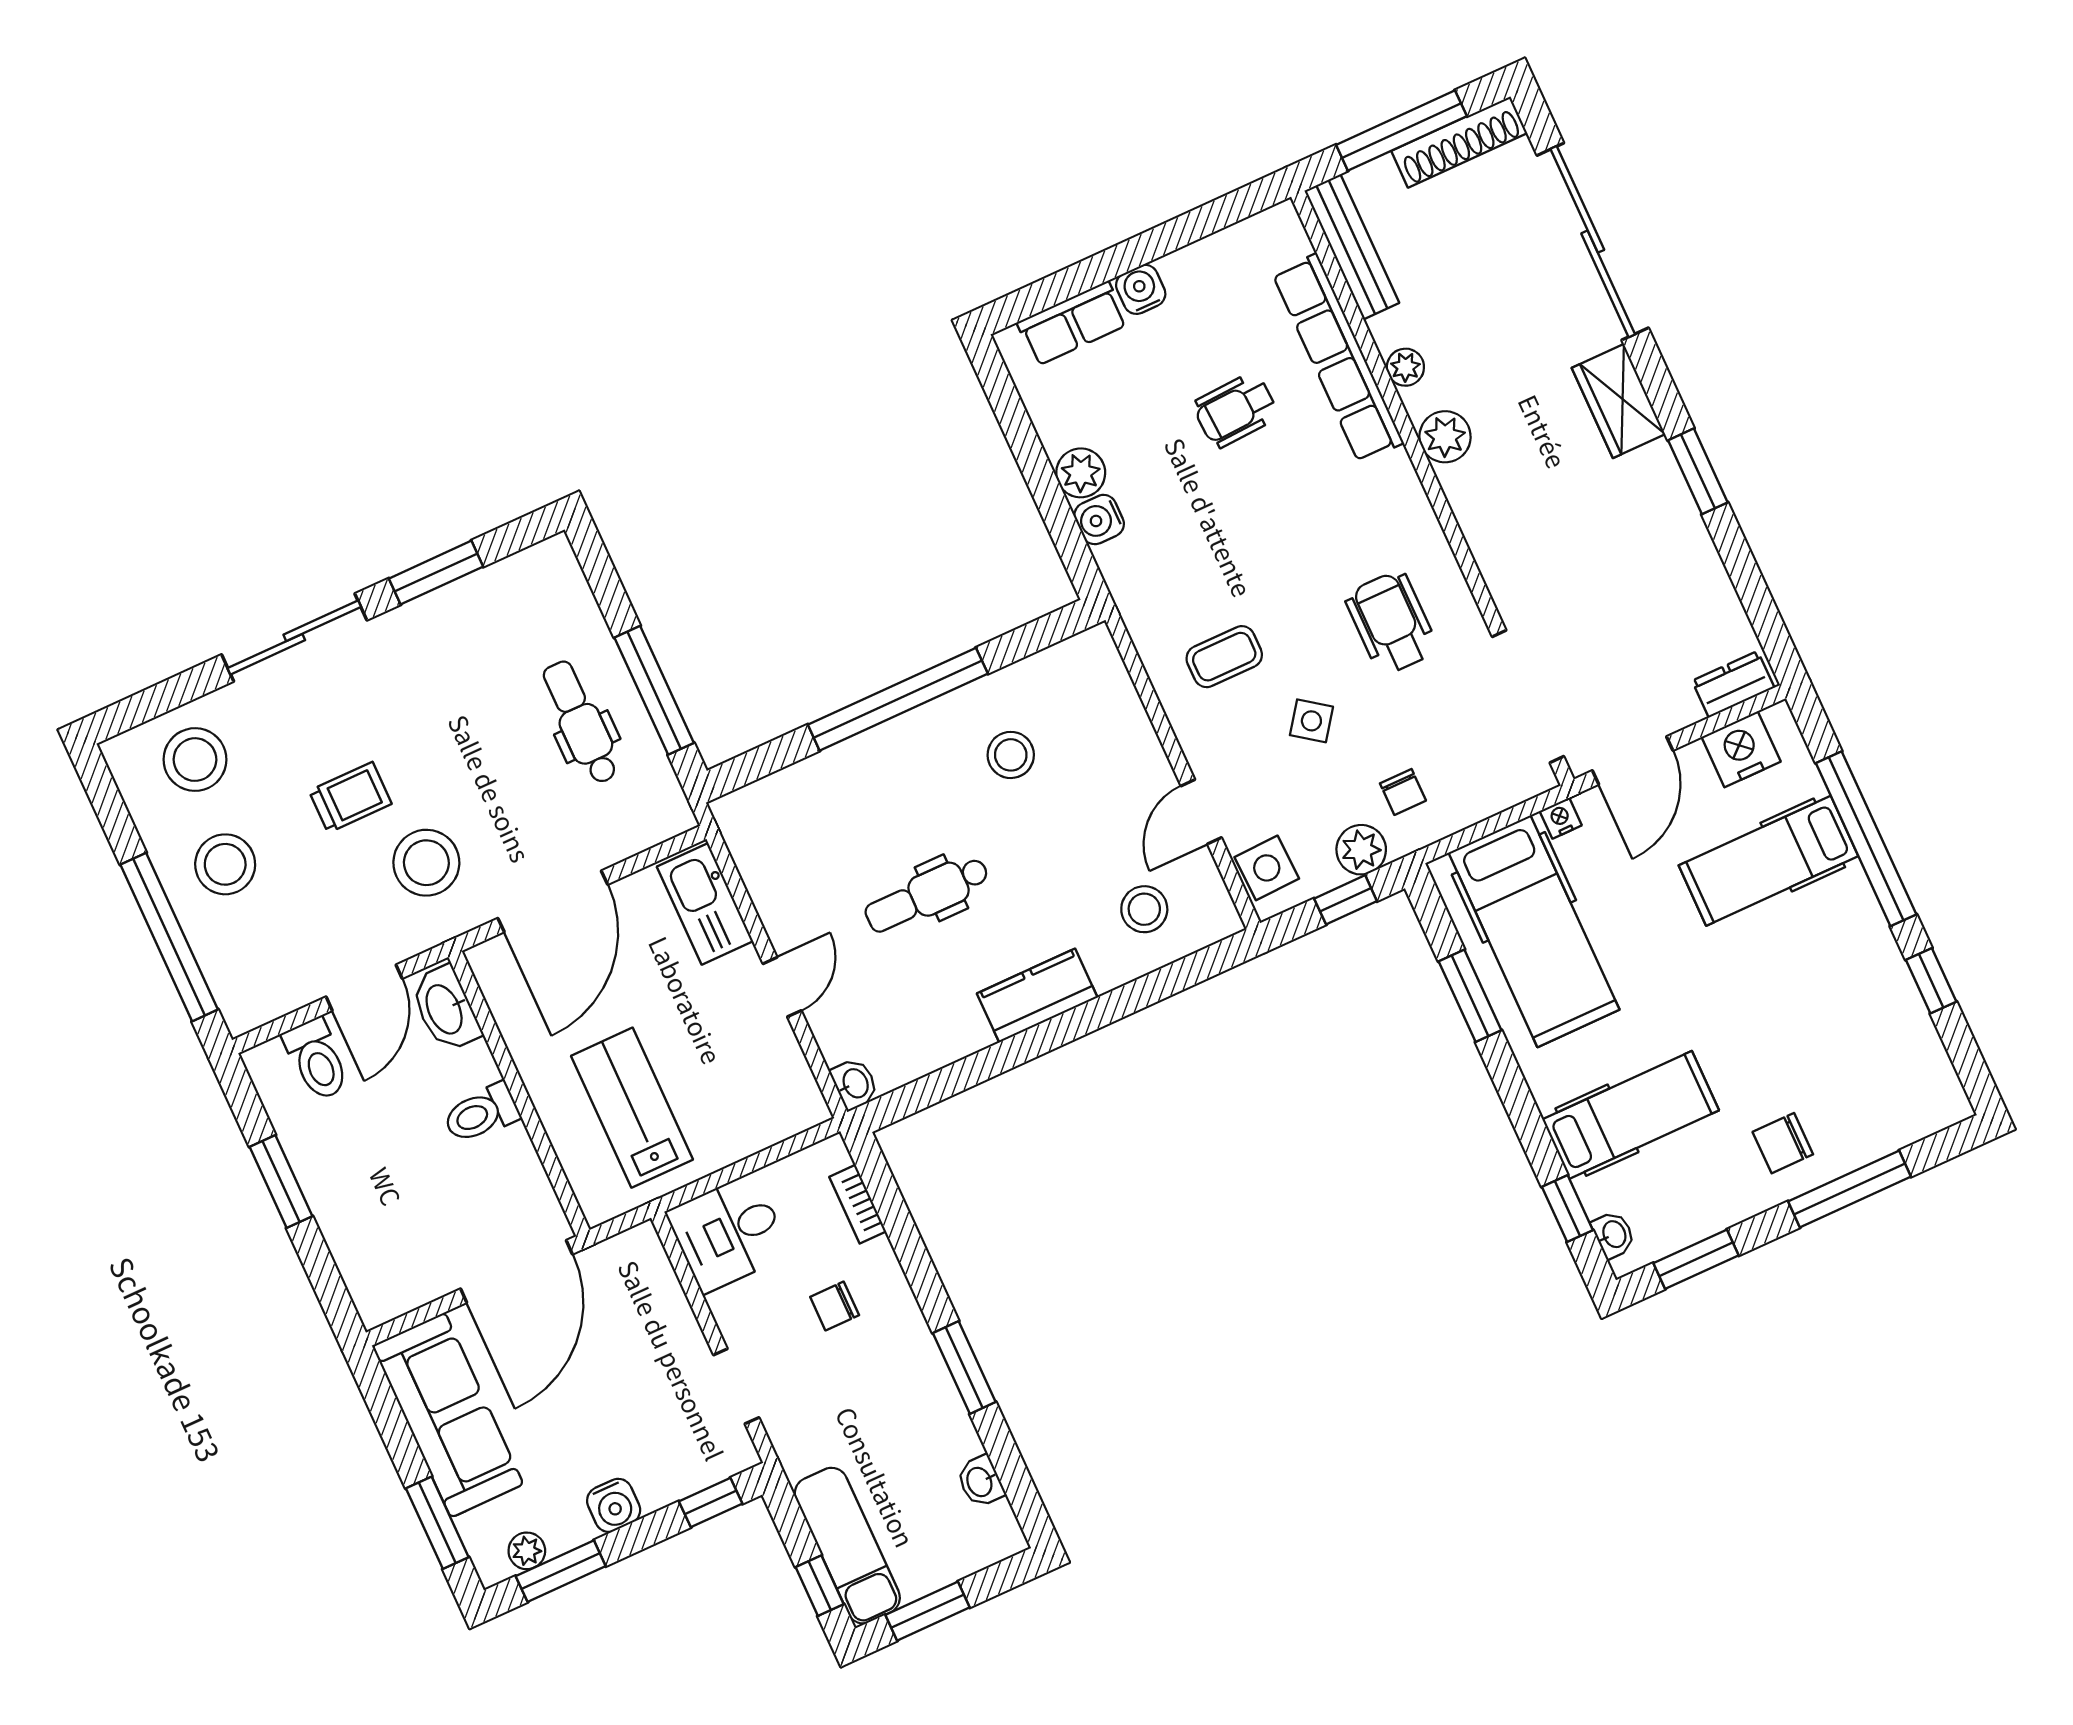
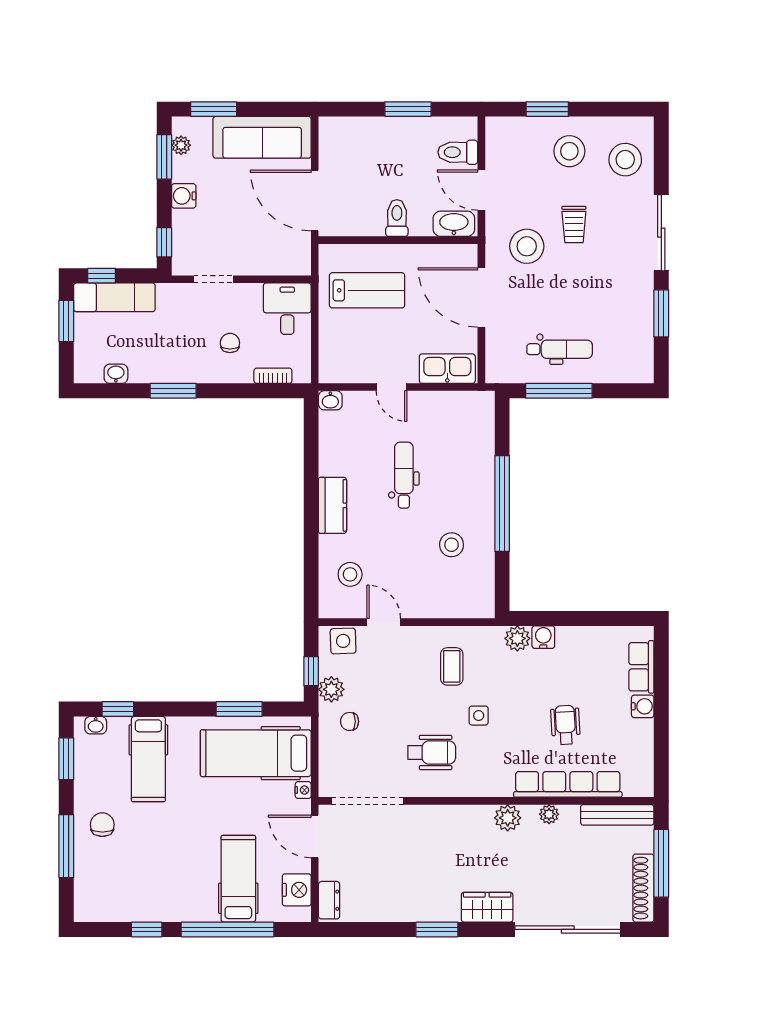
plant: (1081, 473) -> (517, 638), moved
side table: (1311, 721) -> (479, 716), moved, turned -36
window: (169, 937) -> (547, 109), width x0.47

